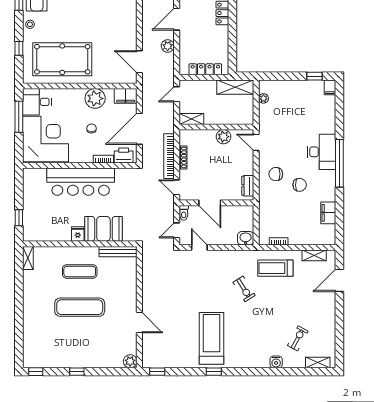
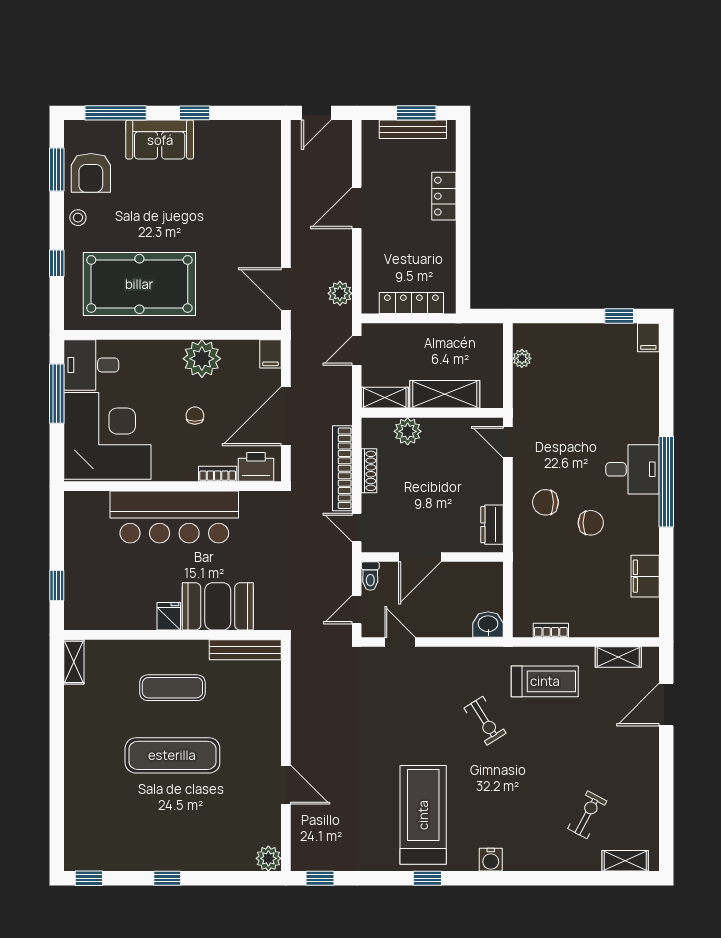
plant: (168, 46) -> (340, 293), moved
shelving: (235, 87) -> (445, 394), moved
filing cabinet: (126, 96) -> (270, 354), width x0.50
plant: (223, 137) -> (408, 431), moved
desk: (322, 152) -> (632, 469), width x0.73
door: (210, 203) -> (420, 557), hinge flipped
treadmill: (275, 268) -> (545, 681), turned 180
water cooler: (276, 362) -> (491, 860), moved

